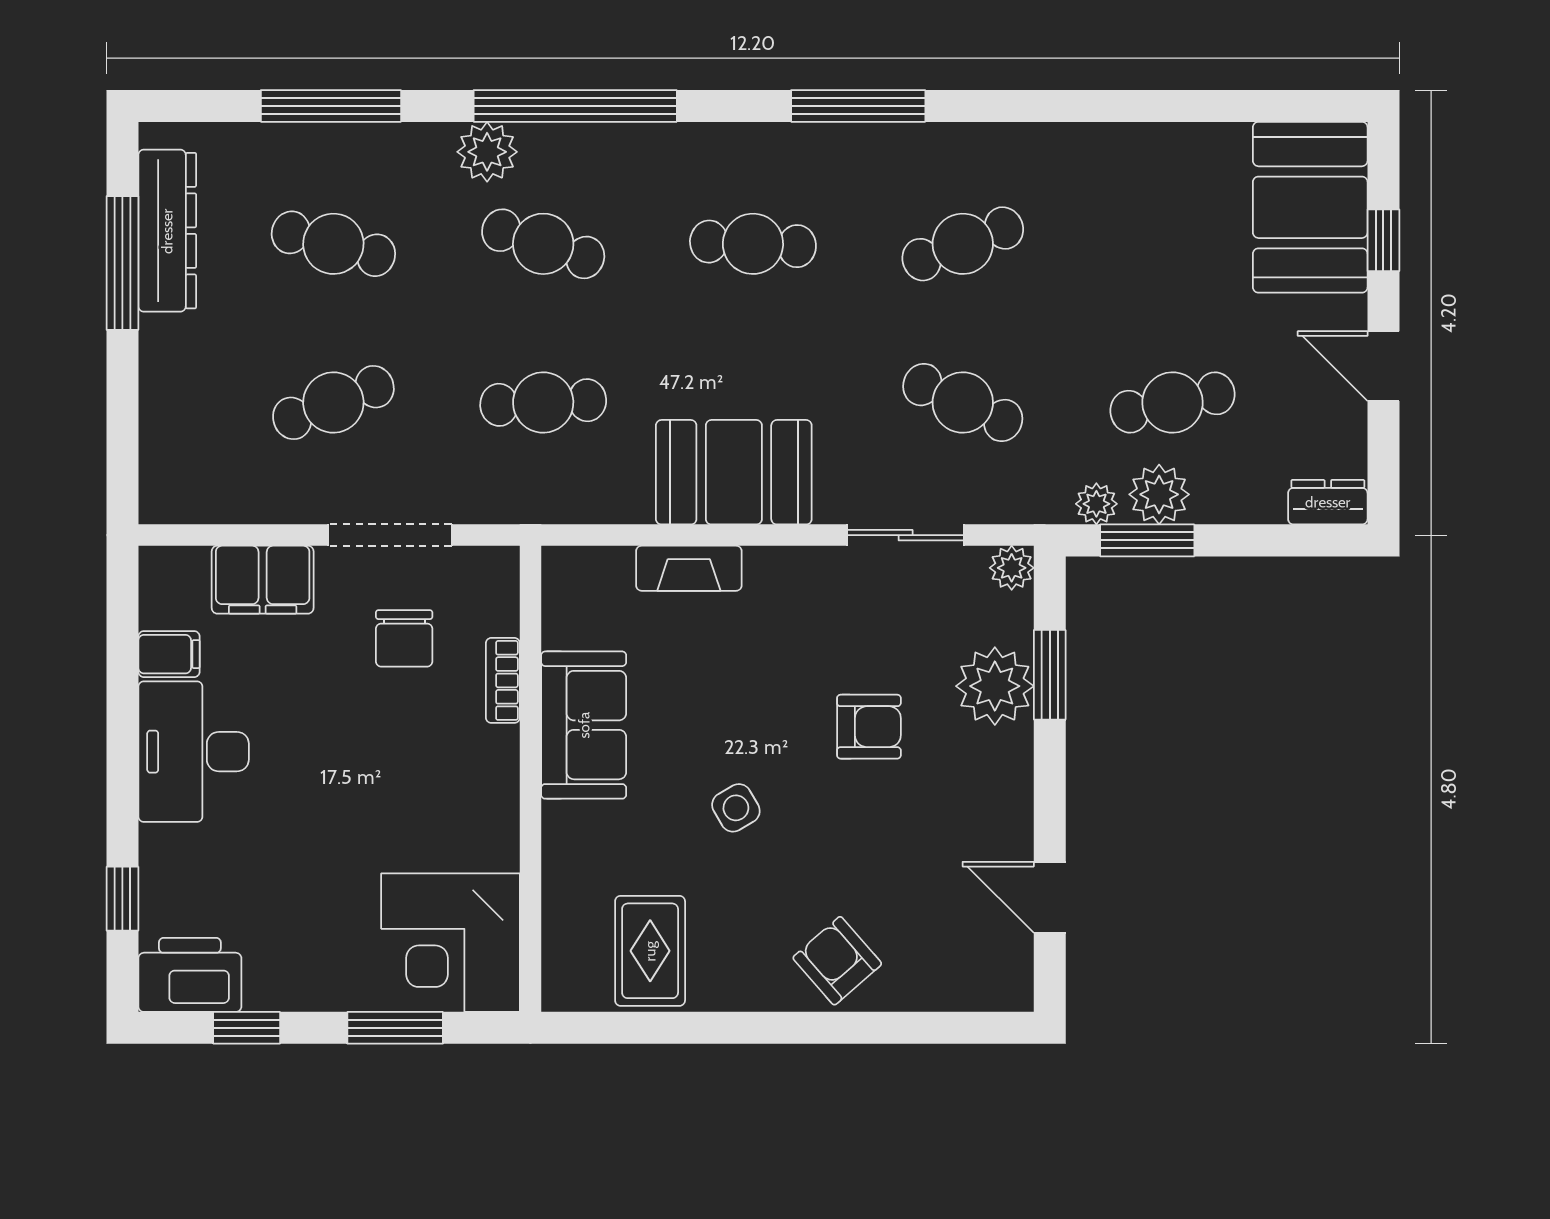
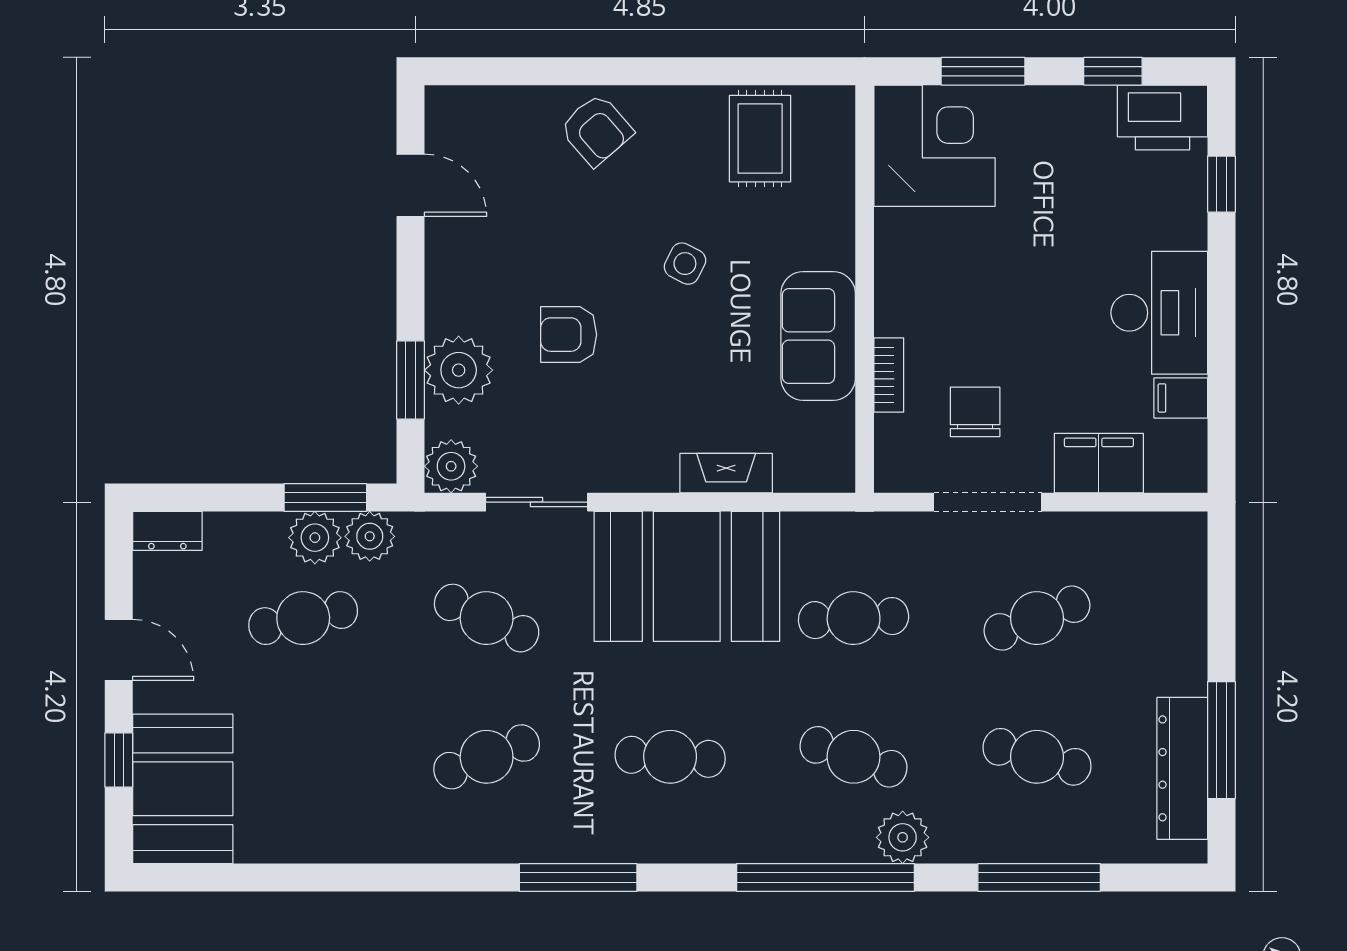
booth: (734, 472) -> (687, 576), width x1.36, depth x1.42
plant: (1096, 504) -> (370, 536), width x1.38, depth x1.38
plant: (1012, 568) -> (451, 466), width x1.38, depth x1.38
side table: (736, 808) -> (685, 264), turned -33

